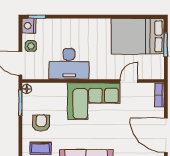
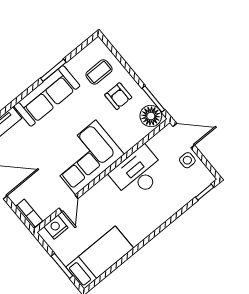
nightstand: (29, 26) -> (56, 227), moved, turned -90
bed: (138, 36) -> (100, 258), width x0.67
floor lamp: (27, 89) -> (151, 116), width x1.89, depth x1.89

